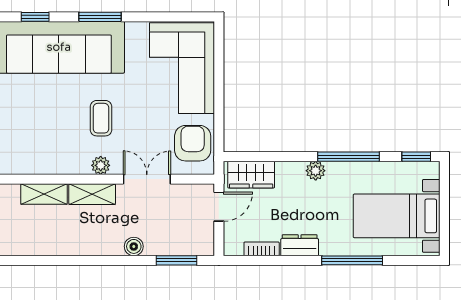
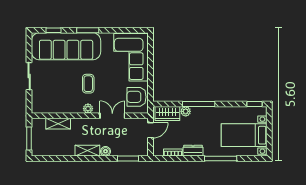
armchair: (193, 143) -> (137, 97), turned -90
window: (348, 157) -> (199, 104), moved
plant: (316, 171) -> (186, 111), moved
shelving: (92, 194) -> (87, 151), moved

